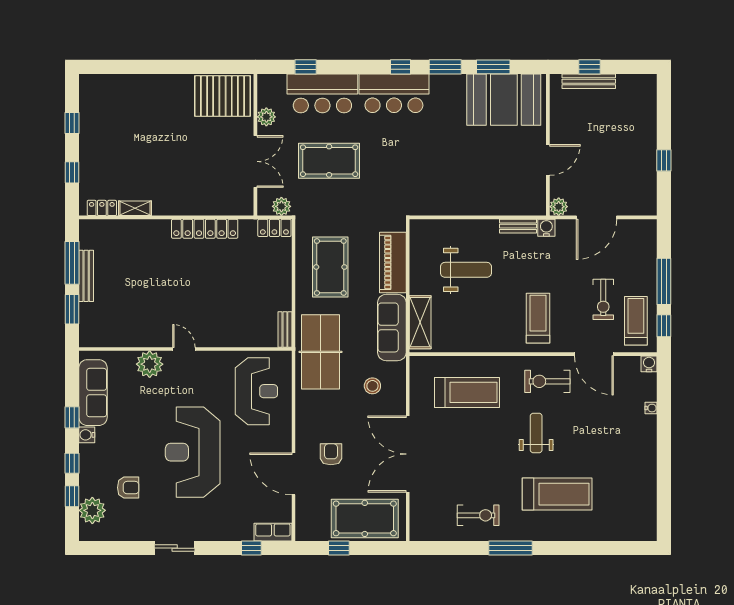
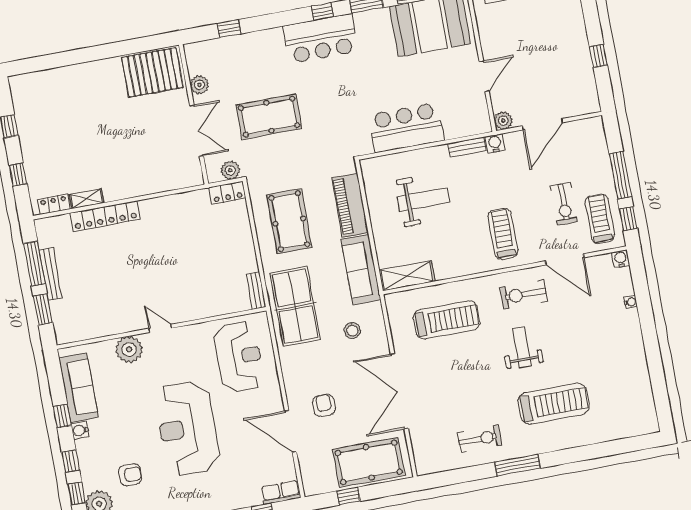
bar counter: (322, 93) -> (406, 128), moved, turned 180
locker: (205, 229) -> (105, 216), moved
shelving: (420, 322) -> (407, 276), moved, turned 90

